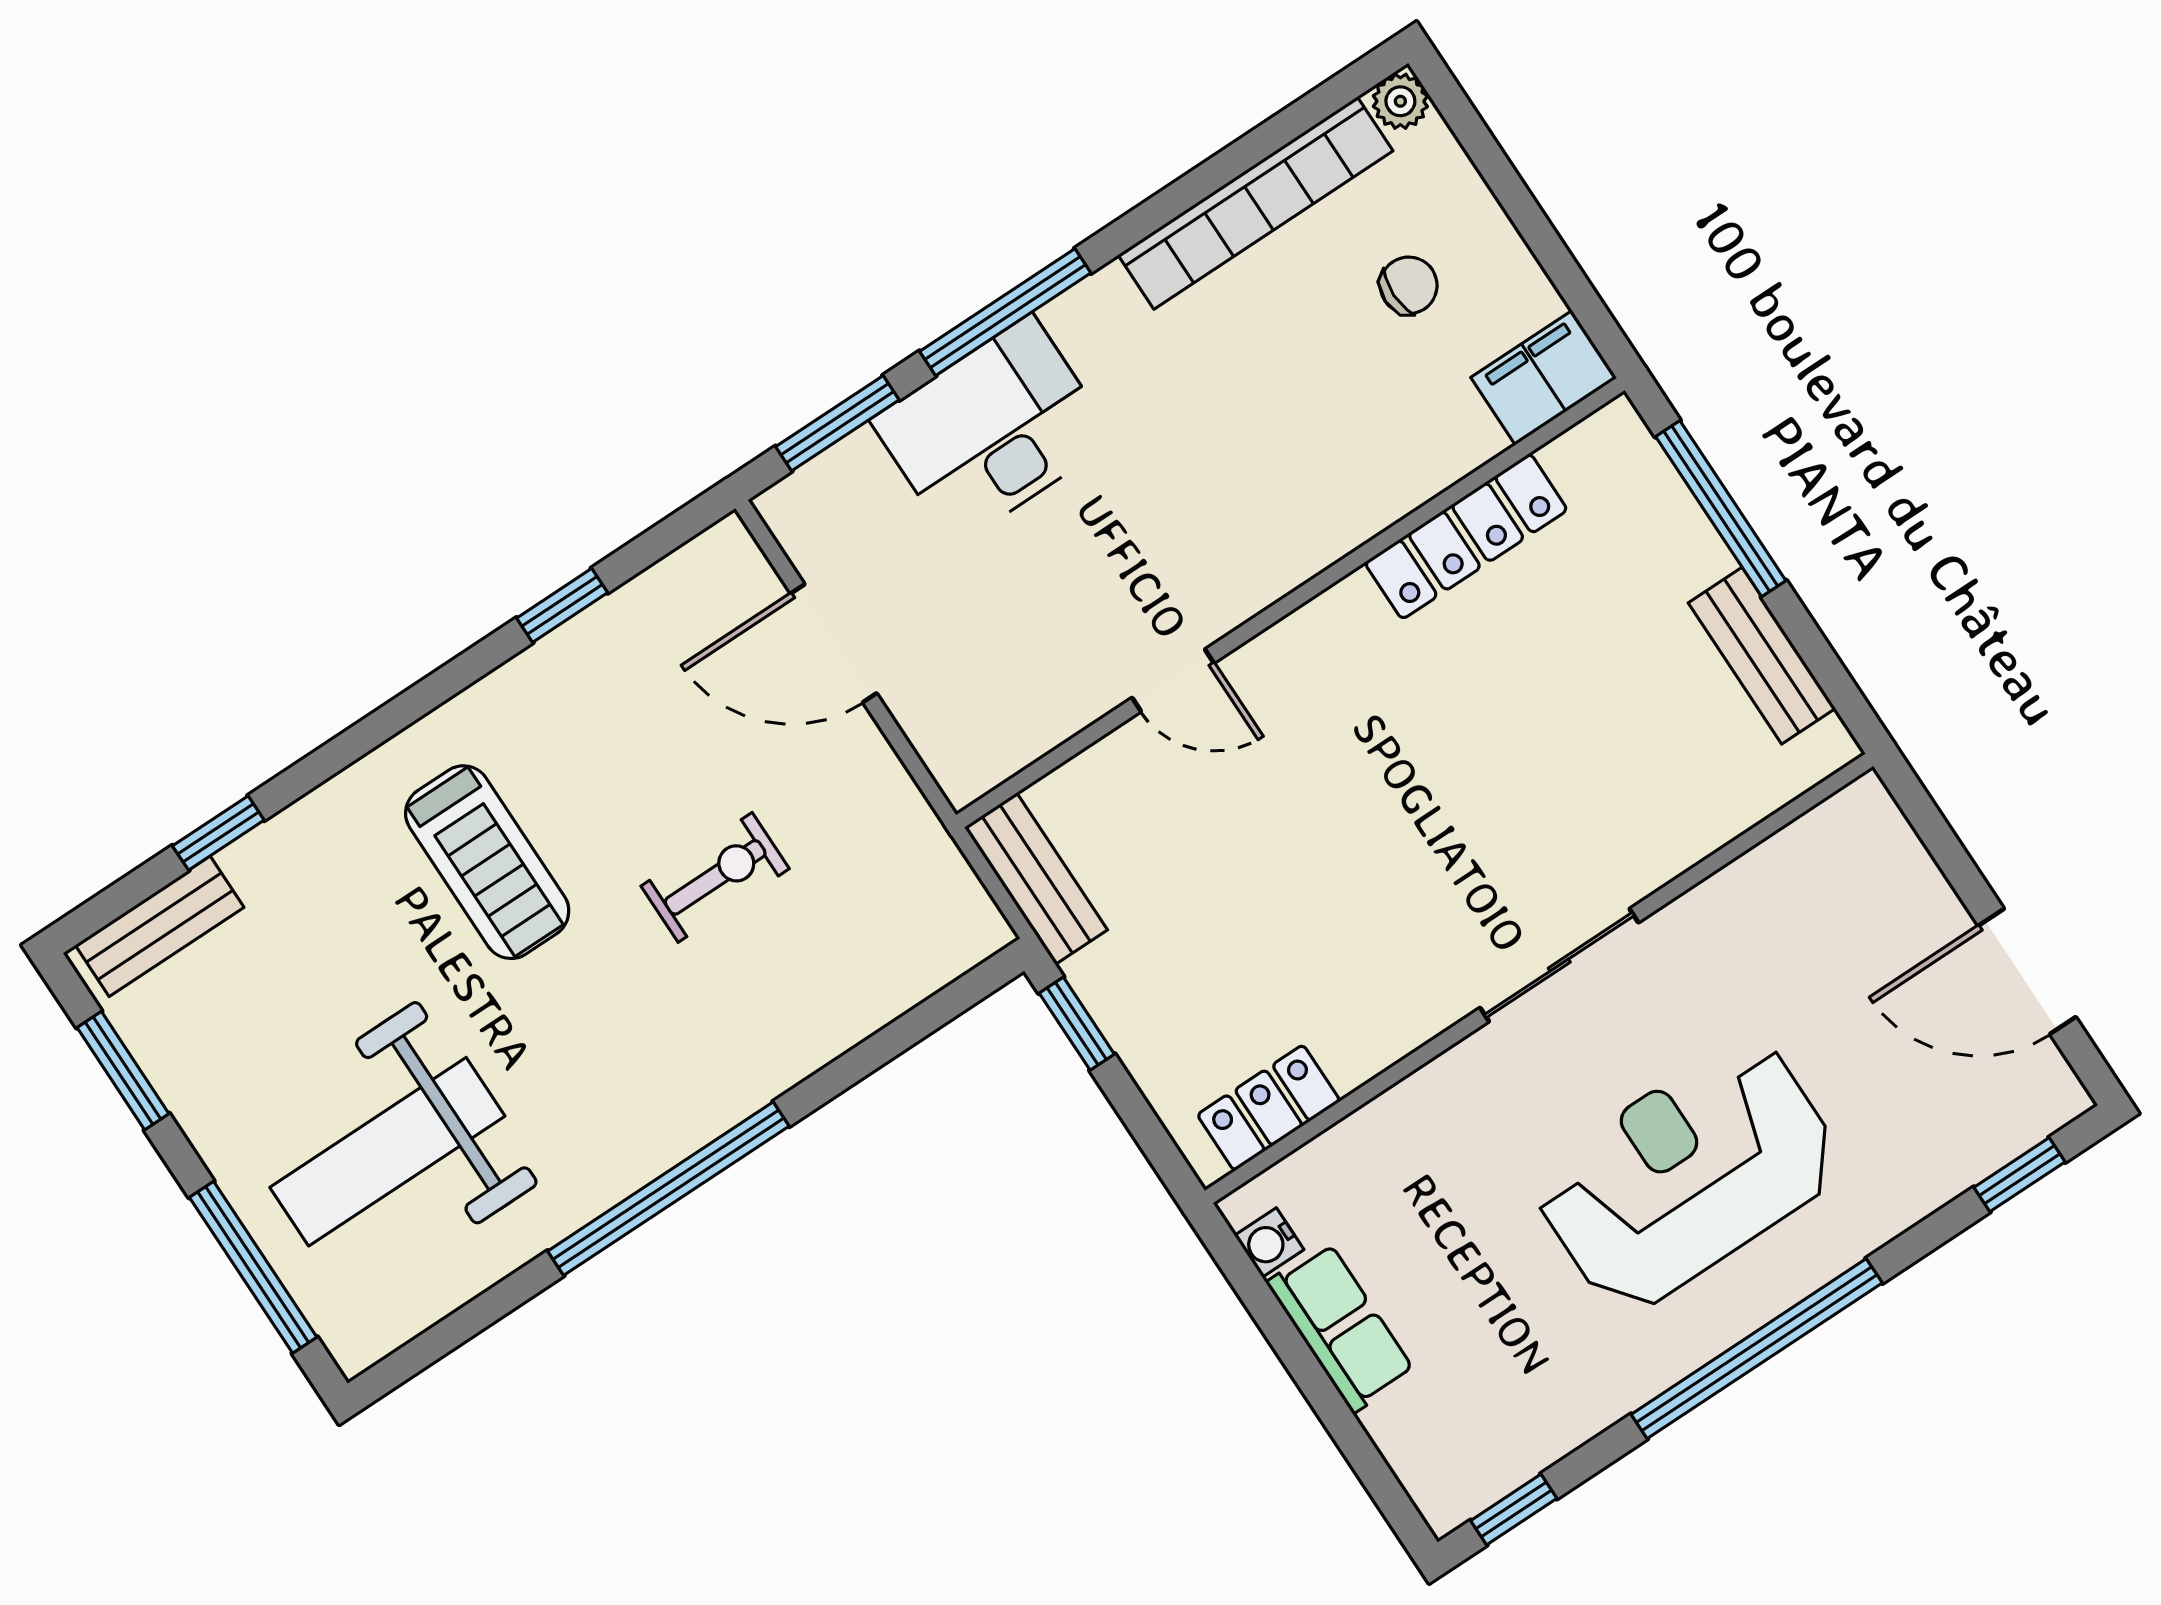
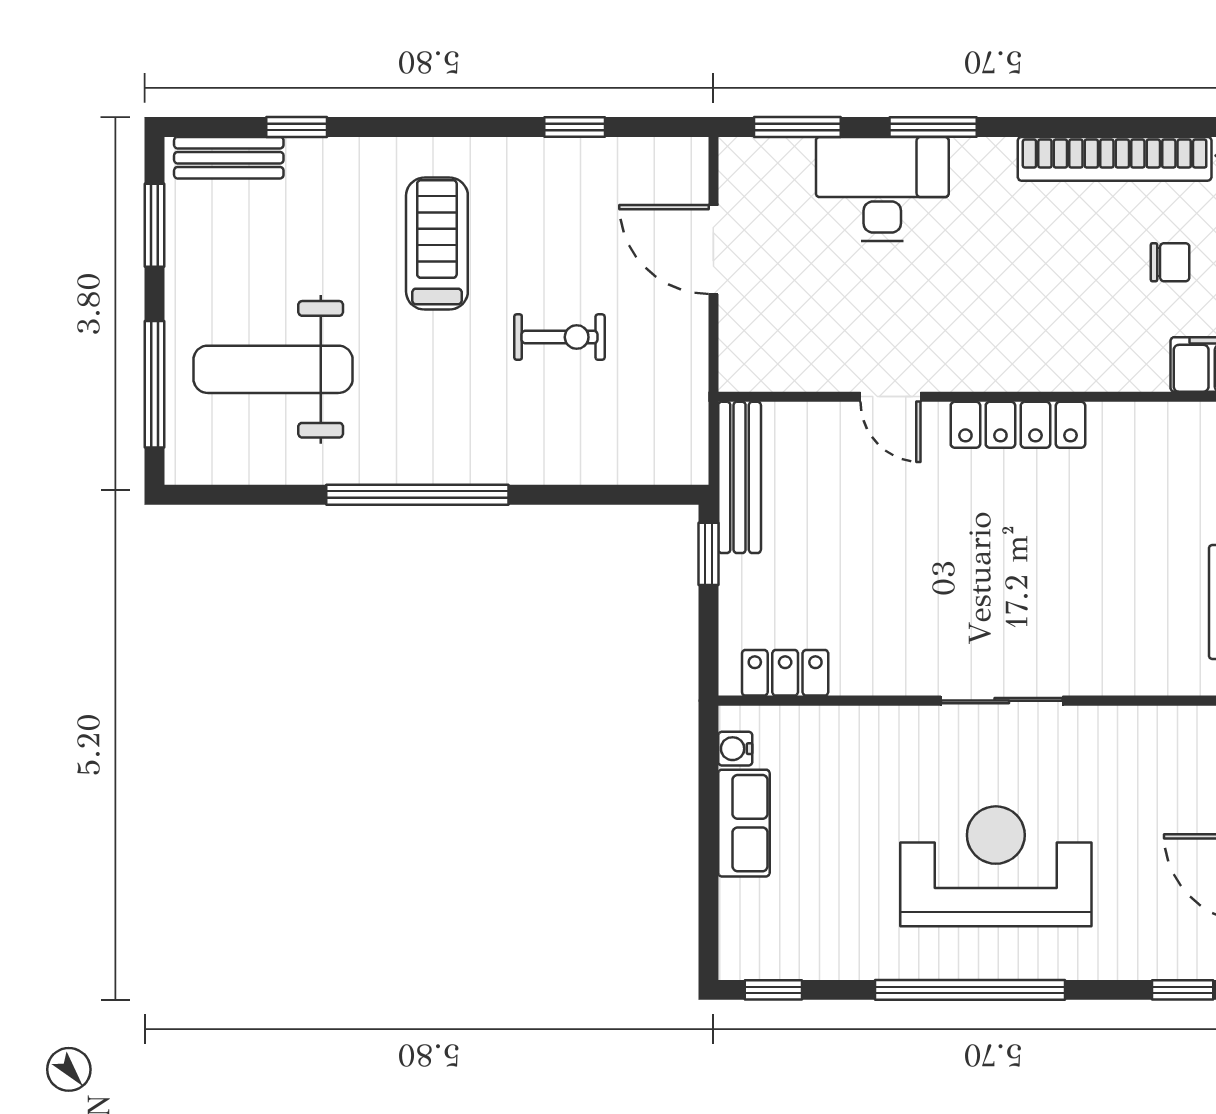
window: (1005, 312) -> (933, 127), width x0.69
locker: (1466, 536) -> (1018, 425), moved
treadmill: (487, 862) -> (437, 244), turned 180
bench: (1036, 879) -> (740, 477), width x1.36

